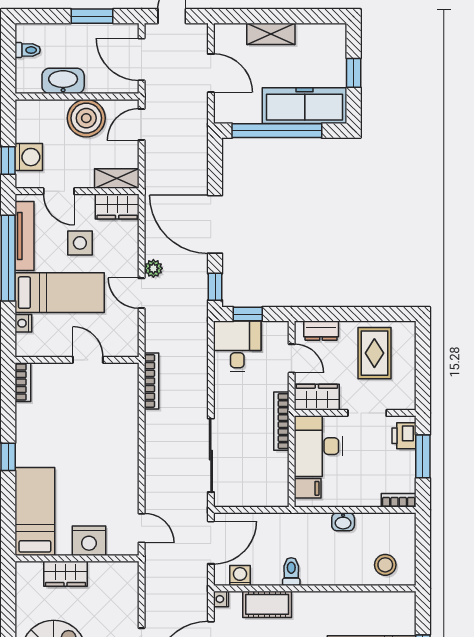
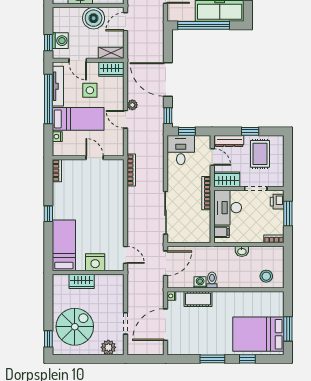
window: (357, 314) -> (250, 131), added
dresser: (321, 331) -> (229, 141), width x1.44
washing machine: (240, 576) -> (200, 282), moved

